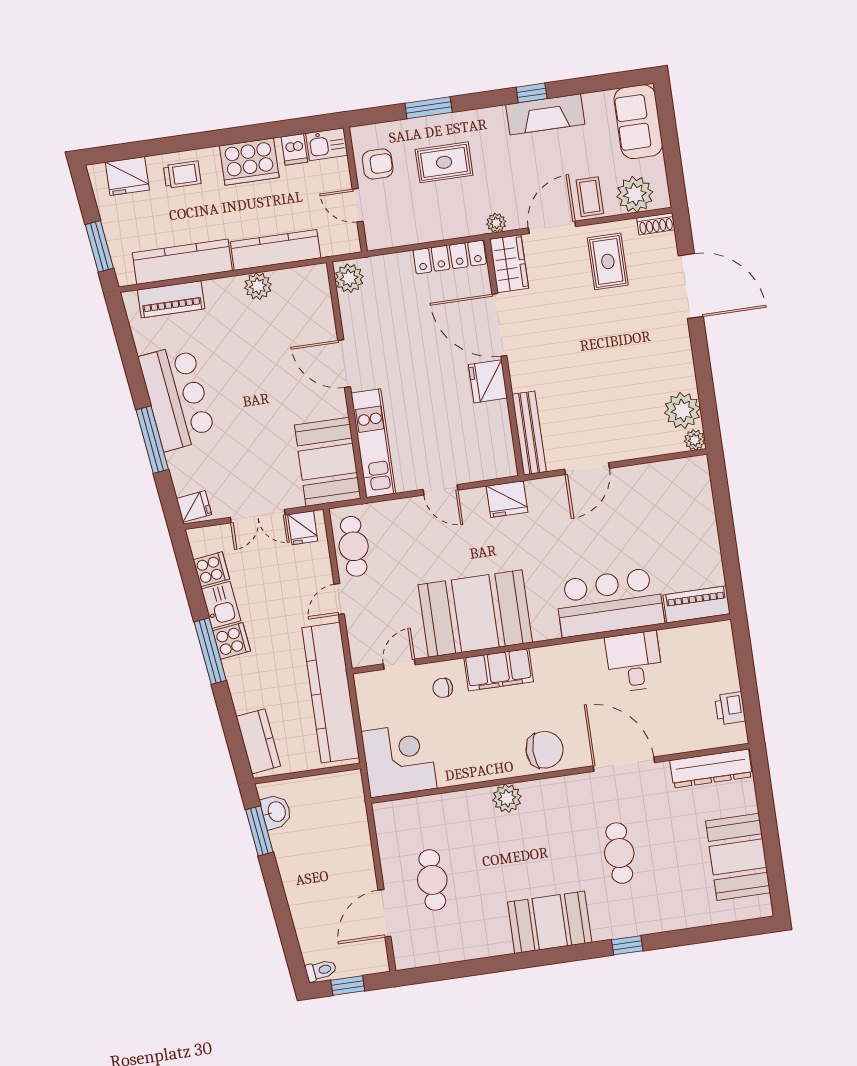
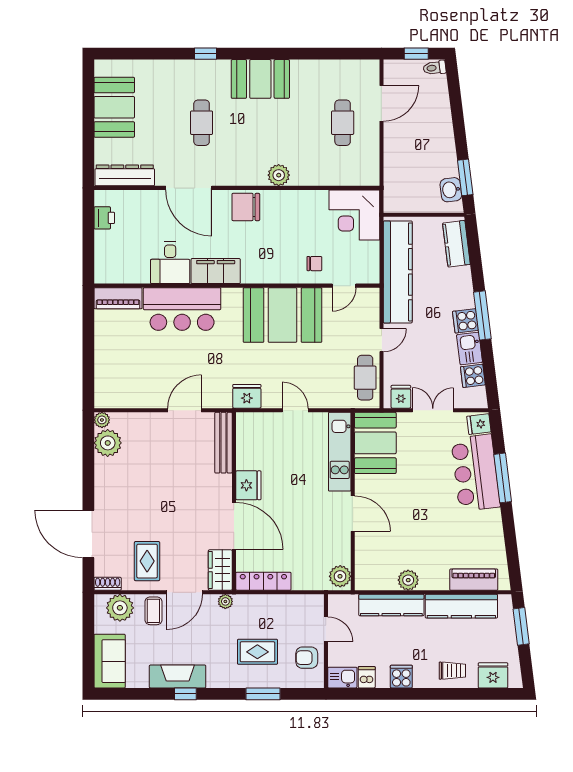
cooker: (249, 162) -> (401, 677), width x0.53, depth x0.76
trolley: (182, 175) -> (452, 671), turned 180
bar counter: (177, 397) -> (476, 473), moved
filing cabinet: (499, 670) -> (216, 271), moved

